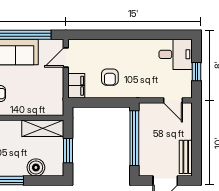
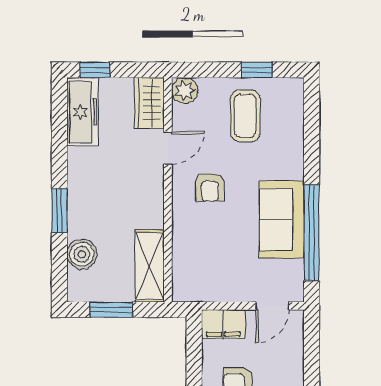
door: (66, 57) -> (272, 306), swing flipped

